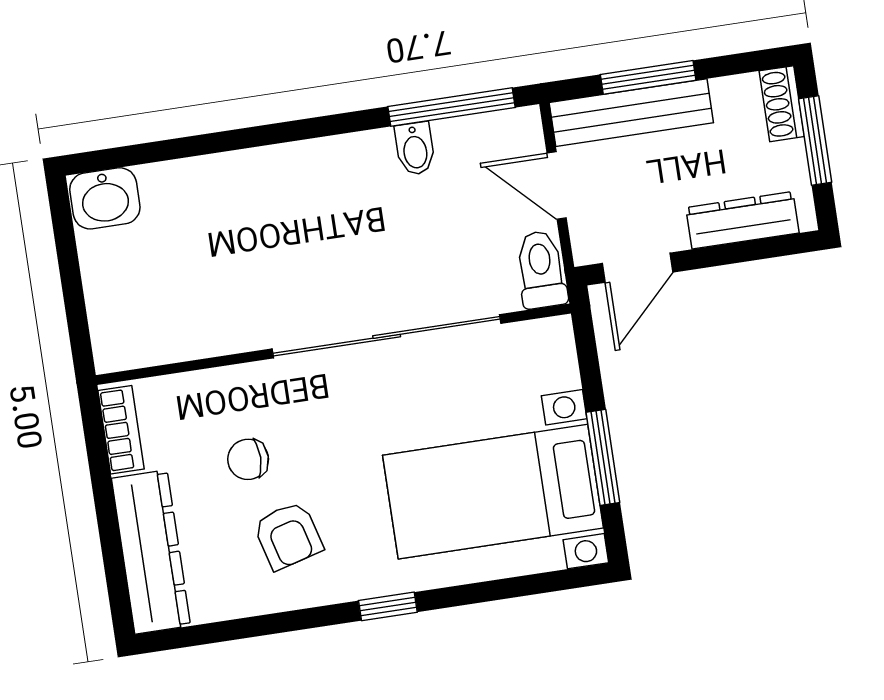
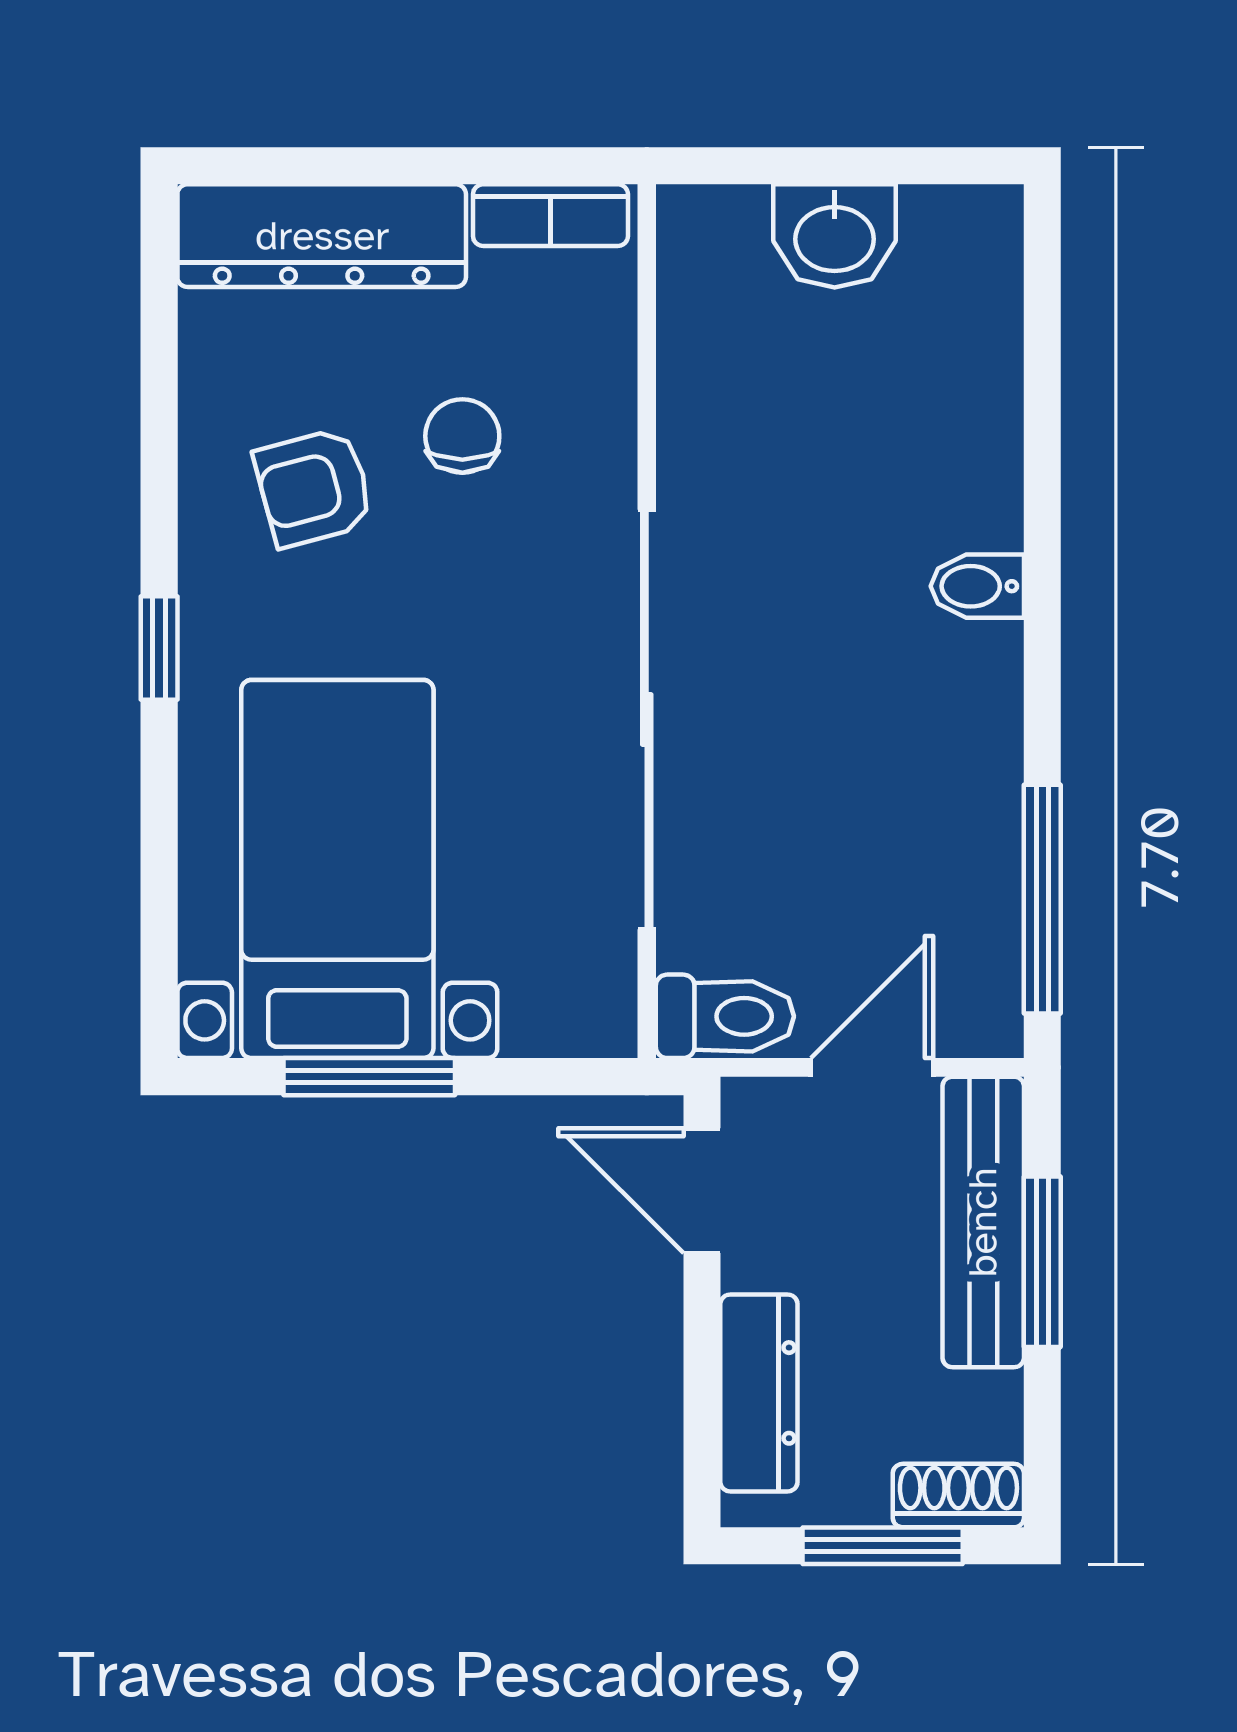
bidet: (415, 149) -> (977, 586), moved
washbasin: (105, 198) -> (835, 236), moved, turned -90

